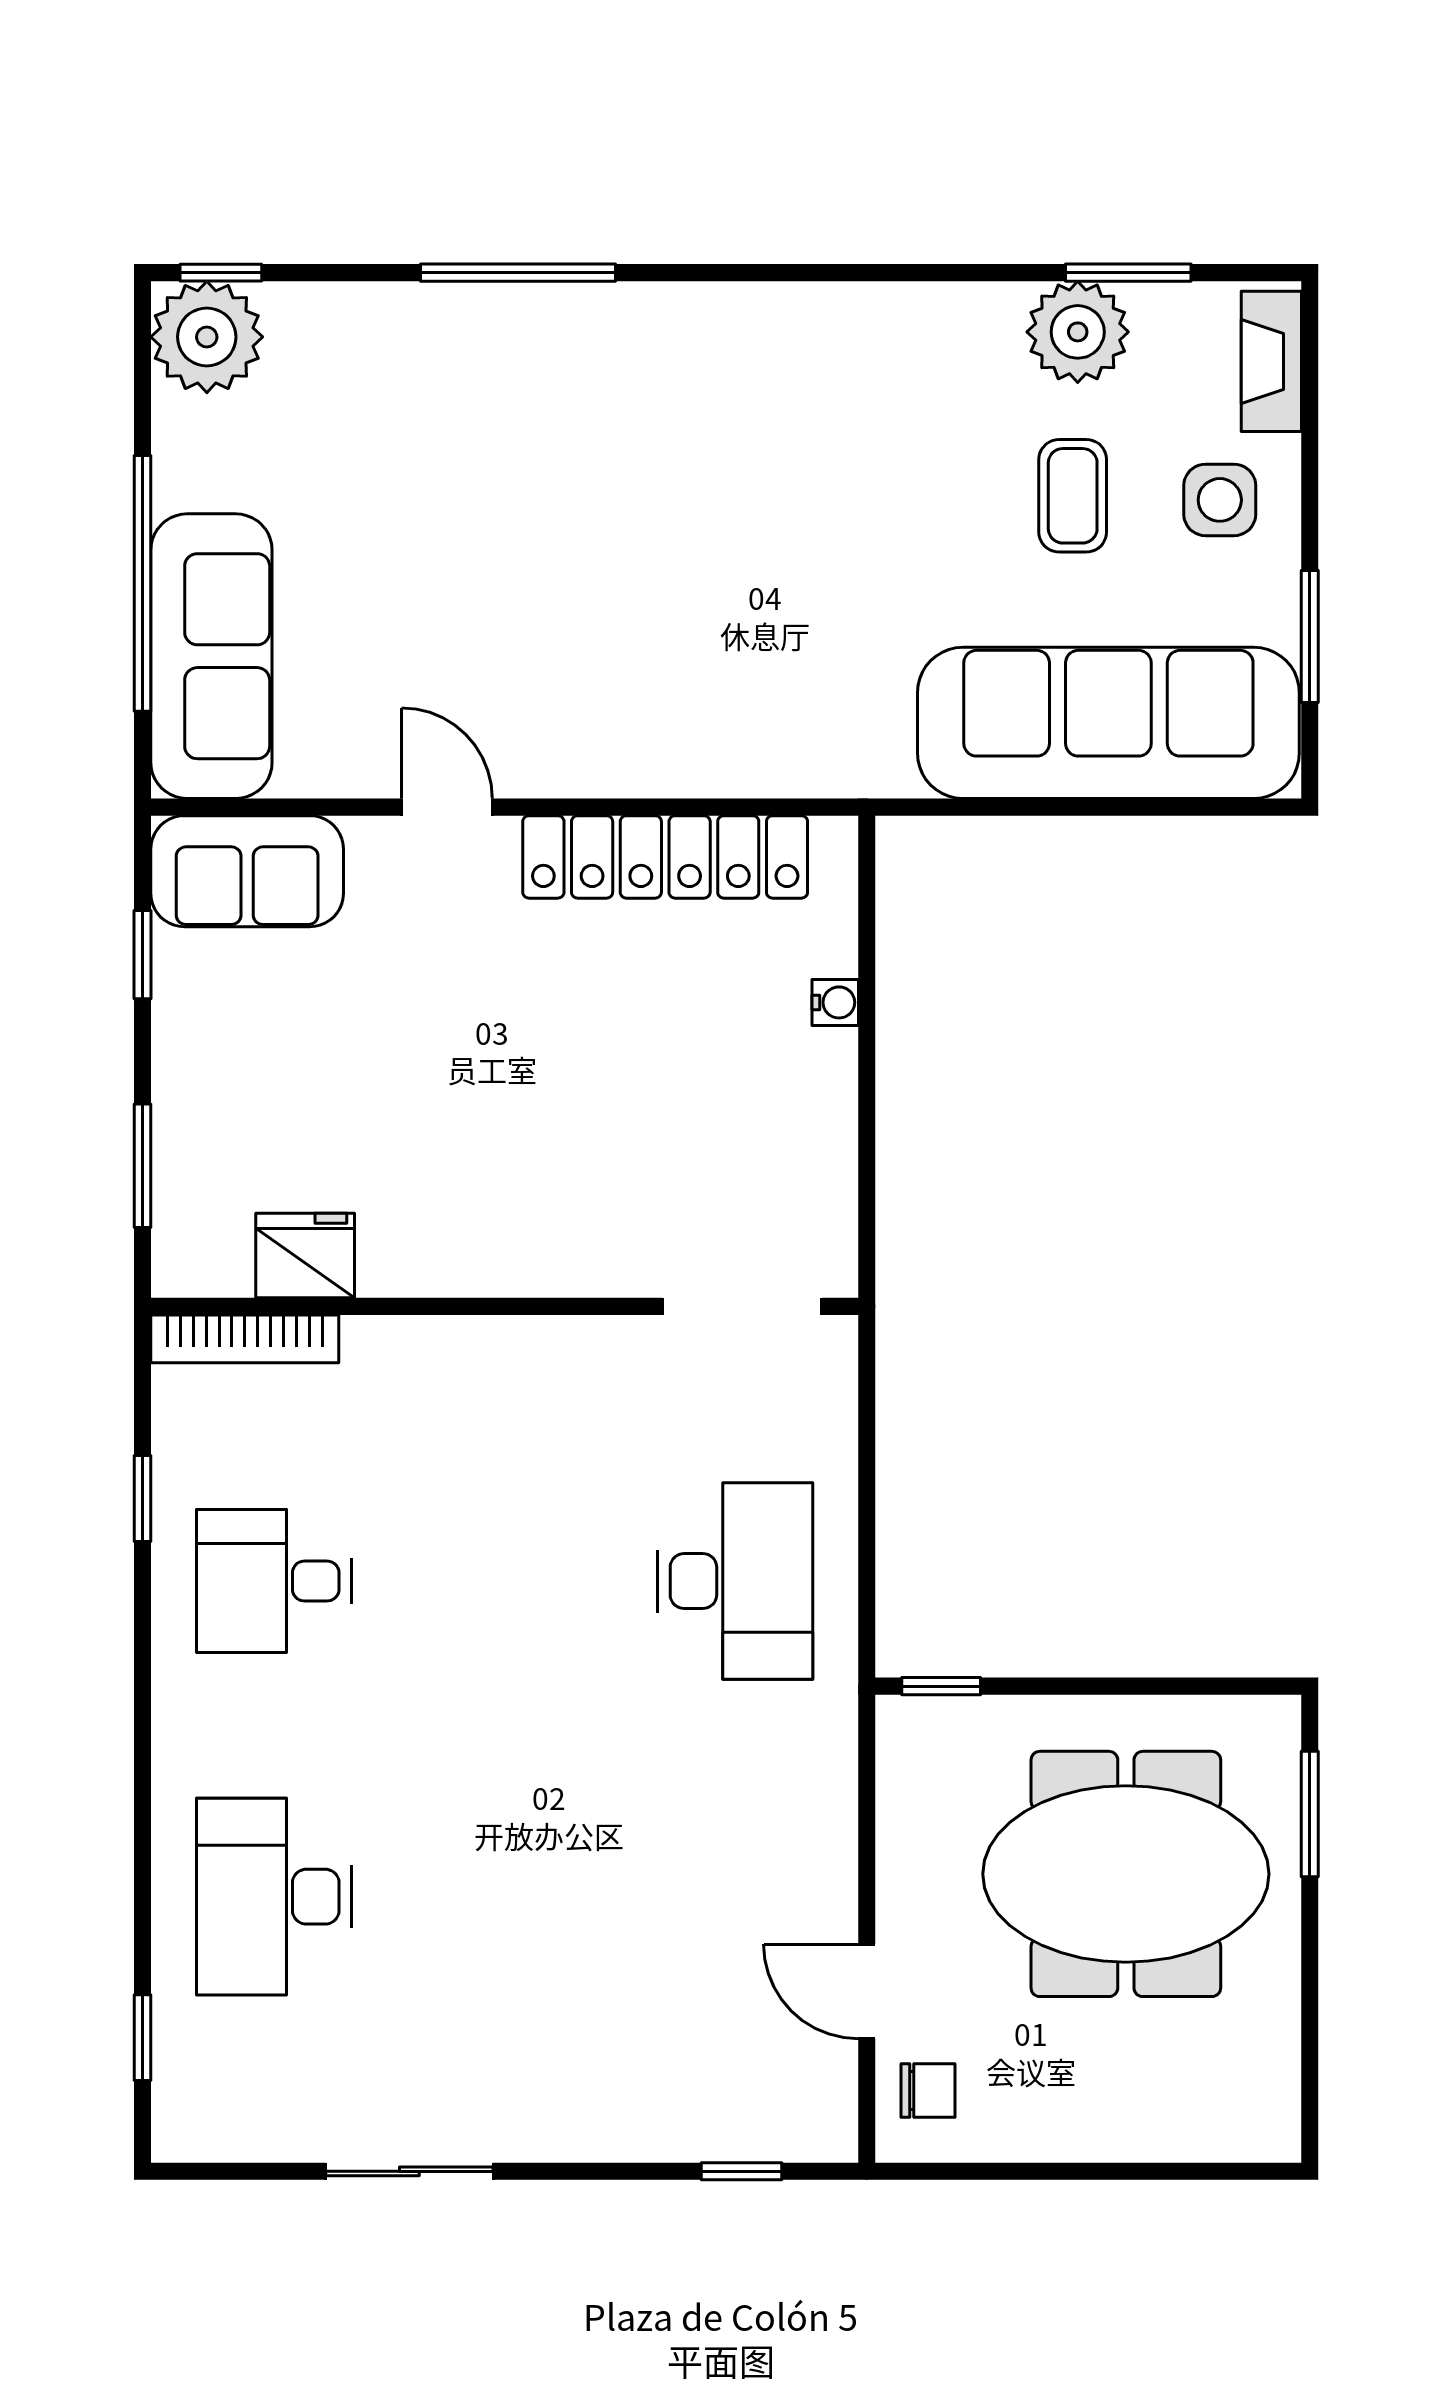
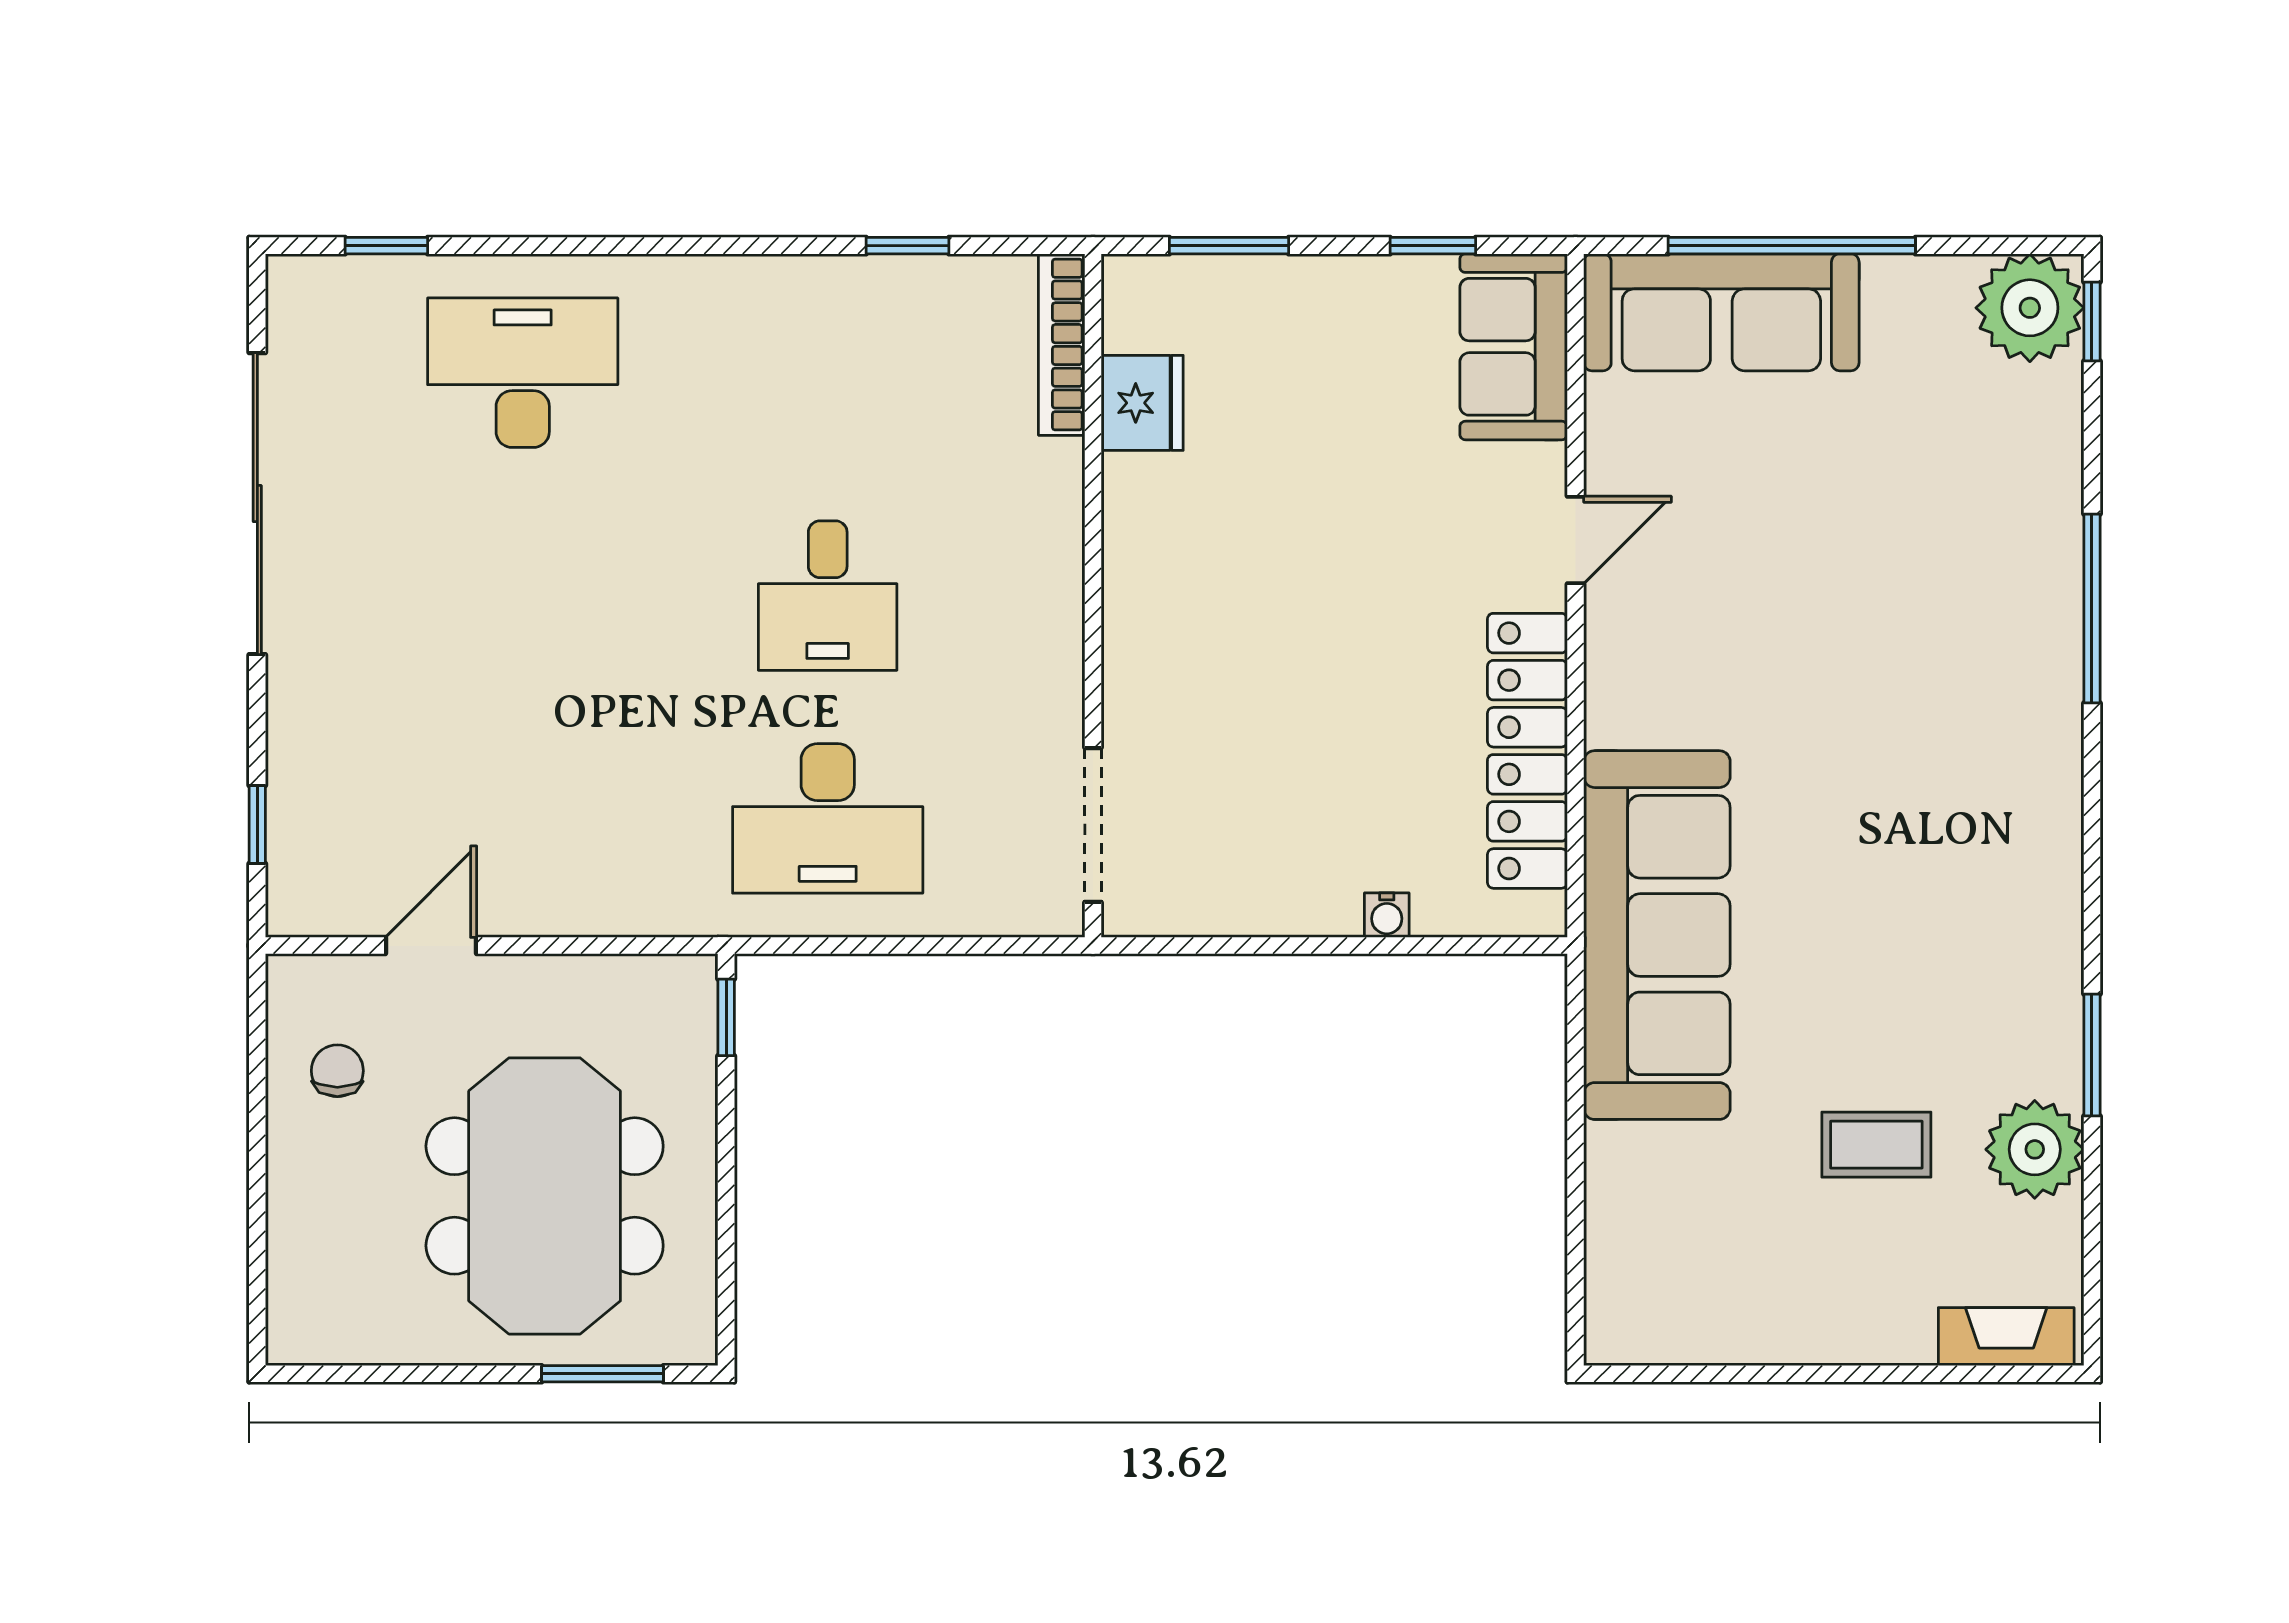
window: (1128, 273) -> (2092, 1055), moved
side table: (1220, 500) -> (1872, 1287), removed
window: (1310, 636) -> (1740, 1374), removed
sofa: (1108, 723) -> (1657, 935), moved
desk: (274, 1581) -> (828, 596), moved, turned 180
chair: (928, 2090) -> (337, 1071), moved, turned 180
sliding door: (409, 2171) -> (257, 504), width x1.86

